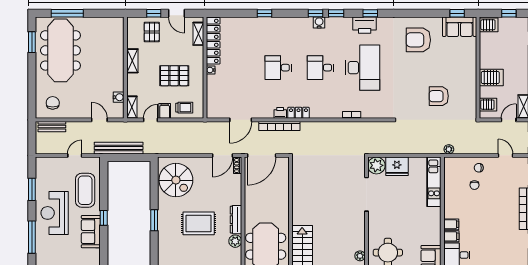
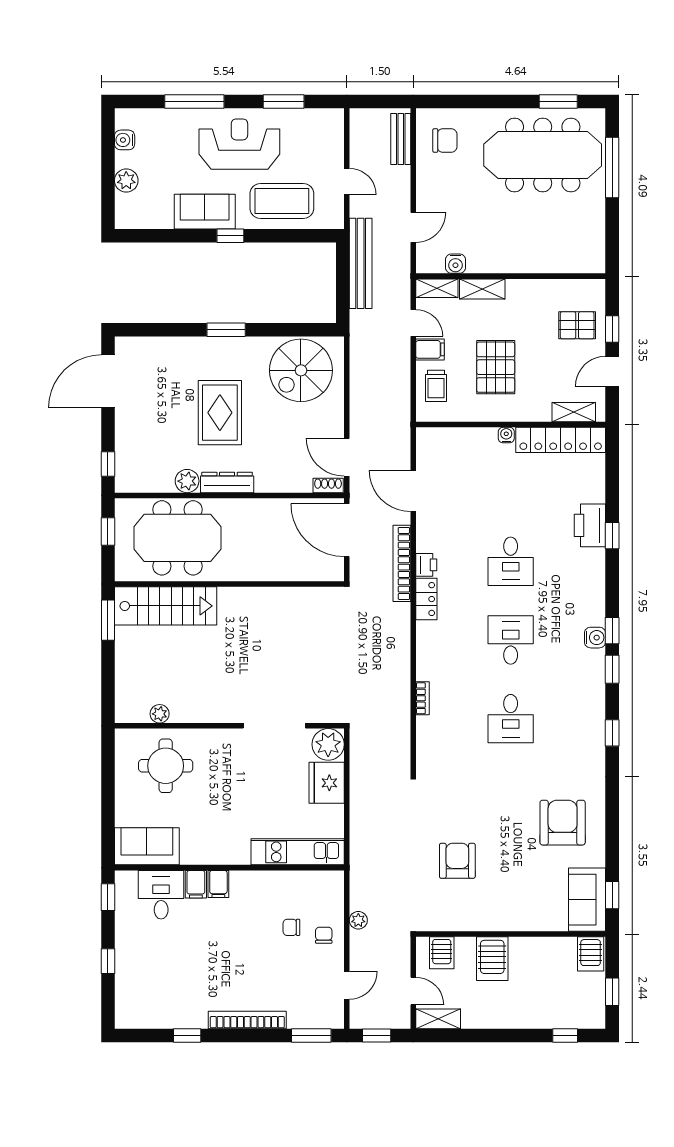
printer: (365, 25) -> (590, 525), moved
shelving: (132, 61) -> (482, 289), moved
desk: (278, 68) -> (511, 561), turned 180
desk: (363, 68) -> (511, 719), width x0.53, depth x0.77
plant: (449, 149) -> (358, 920), moved

